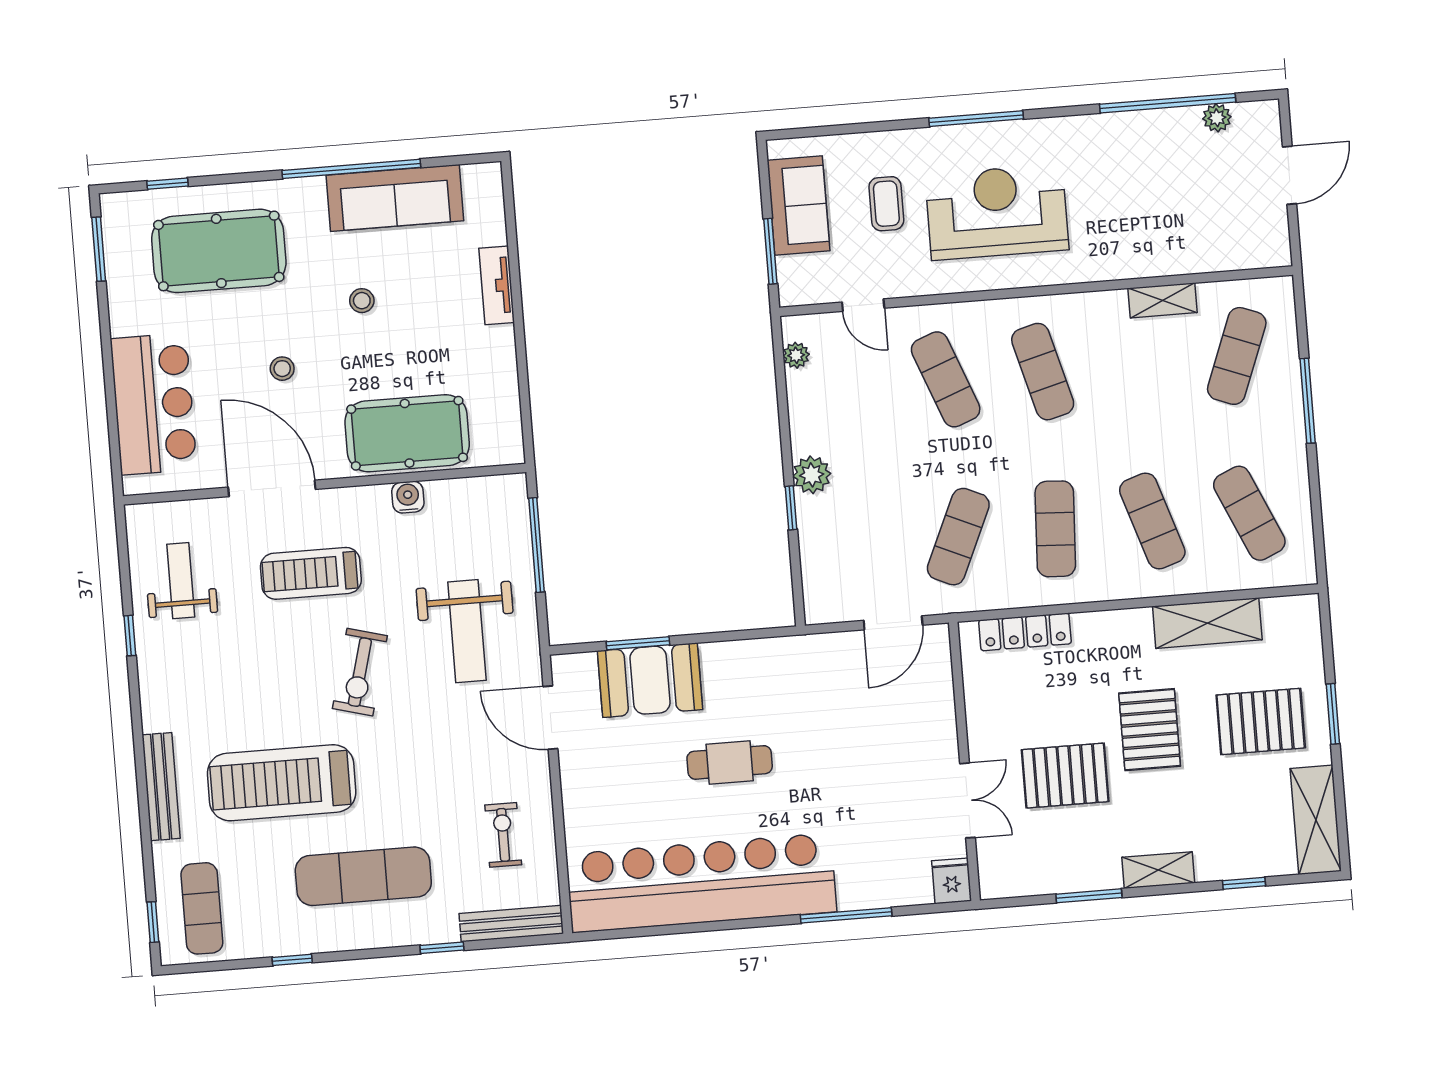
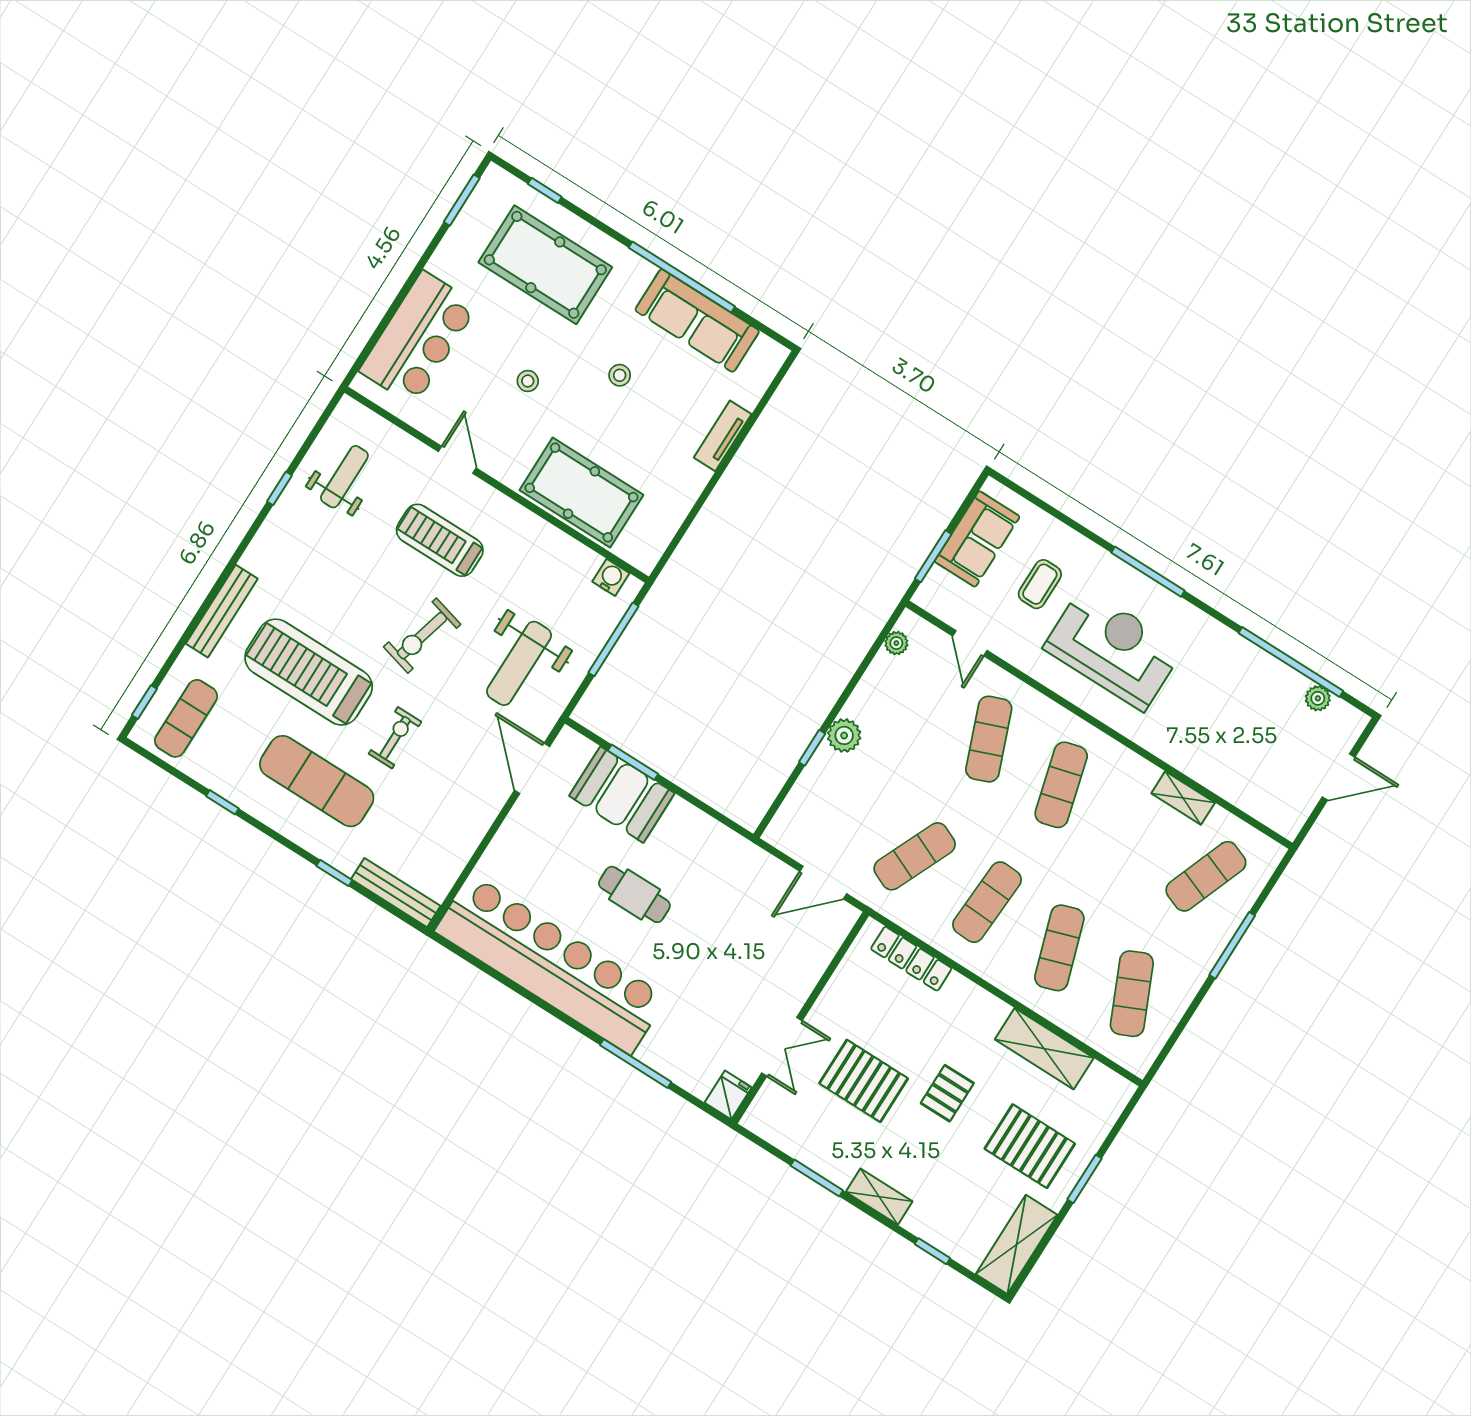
door: (272, 488) -> (457, 460), width x0.53
water cooler: (408, 497) -> (611, 577), moved
pallet: (1150, 730) -> (947, 1093), width x0.67, depth x0.71
exercise bike: (503, 835) -> (395, 738), moved

